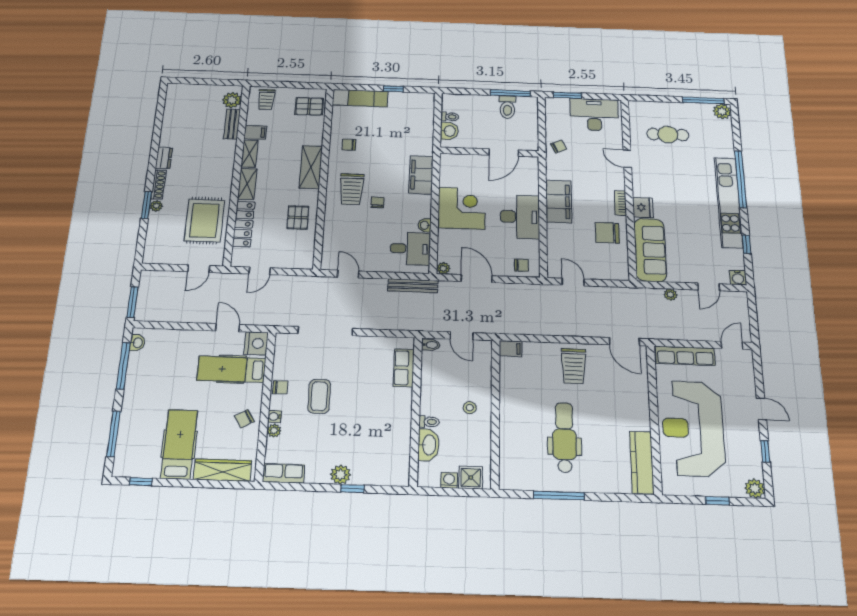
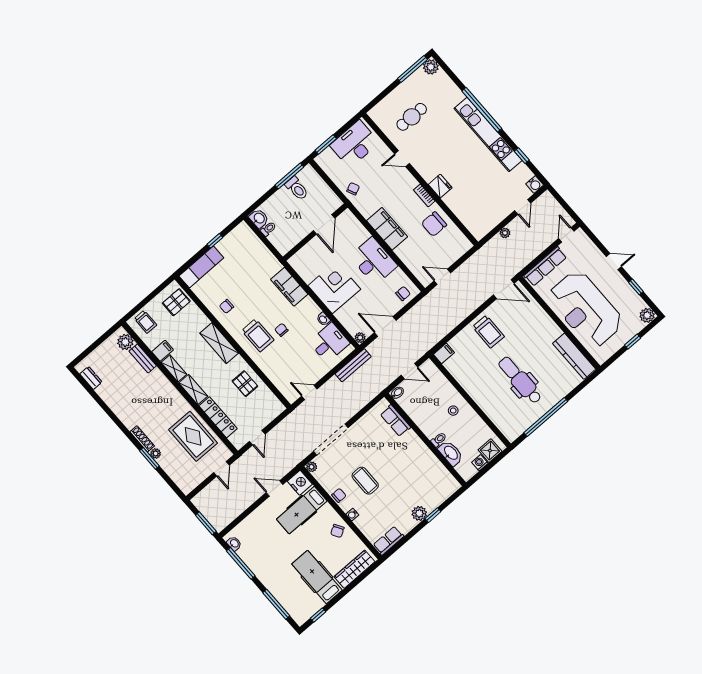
washbasin: (449, 131) -> (259, 218), moved
dresser: (164, 158) -> (91, 378), moved
sofa: (650, 250) -> (469, 213), removed
plant: (274, 431) -> (312, 467), moved
window: (559, 496) -> (546, 417), width x1.46

